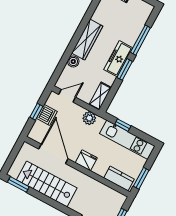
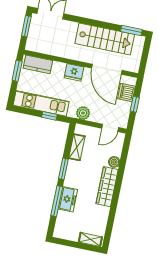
freezer: (118, 59) -> (68, 199), moved, width x0.71
shelving: (100, 96) -> (77, 147), moved
dishwasher: (47, 115) -> (126, 93), moved

